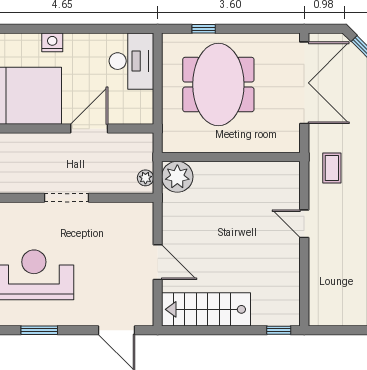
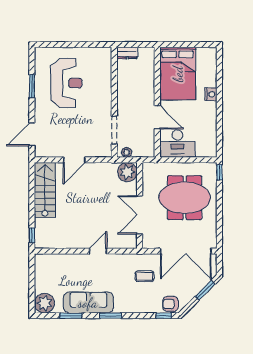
window: (204, 29) -> (219, 172), moved
desk: (131, 61) -> (177, 144), moved
double door: (246, 157) -> (140, 215), added
coffee table: (332, 168) -> (144, 276), moved
doorway: (66, 198) -> (114, 130), moved

